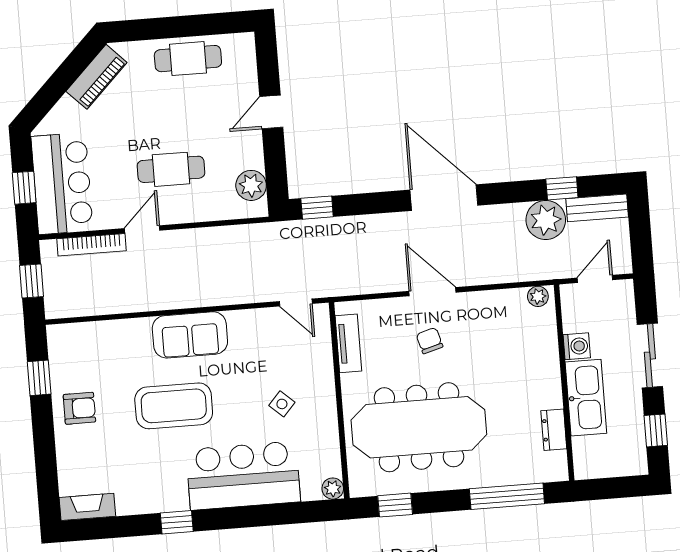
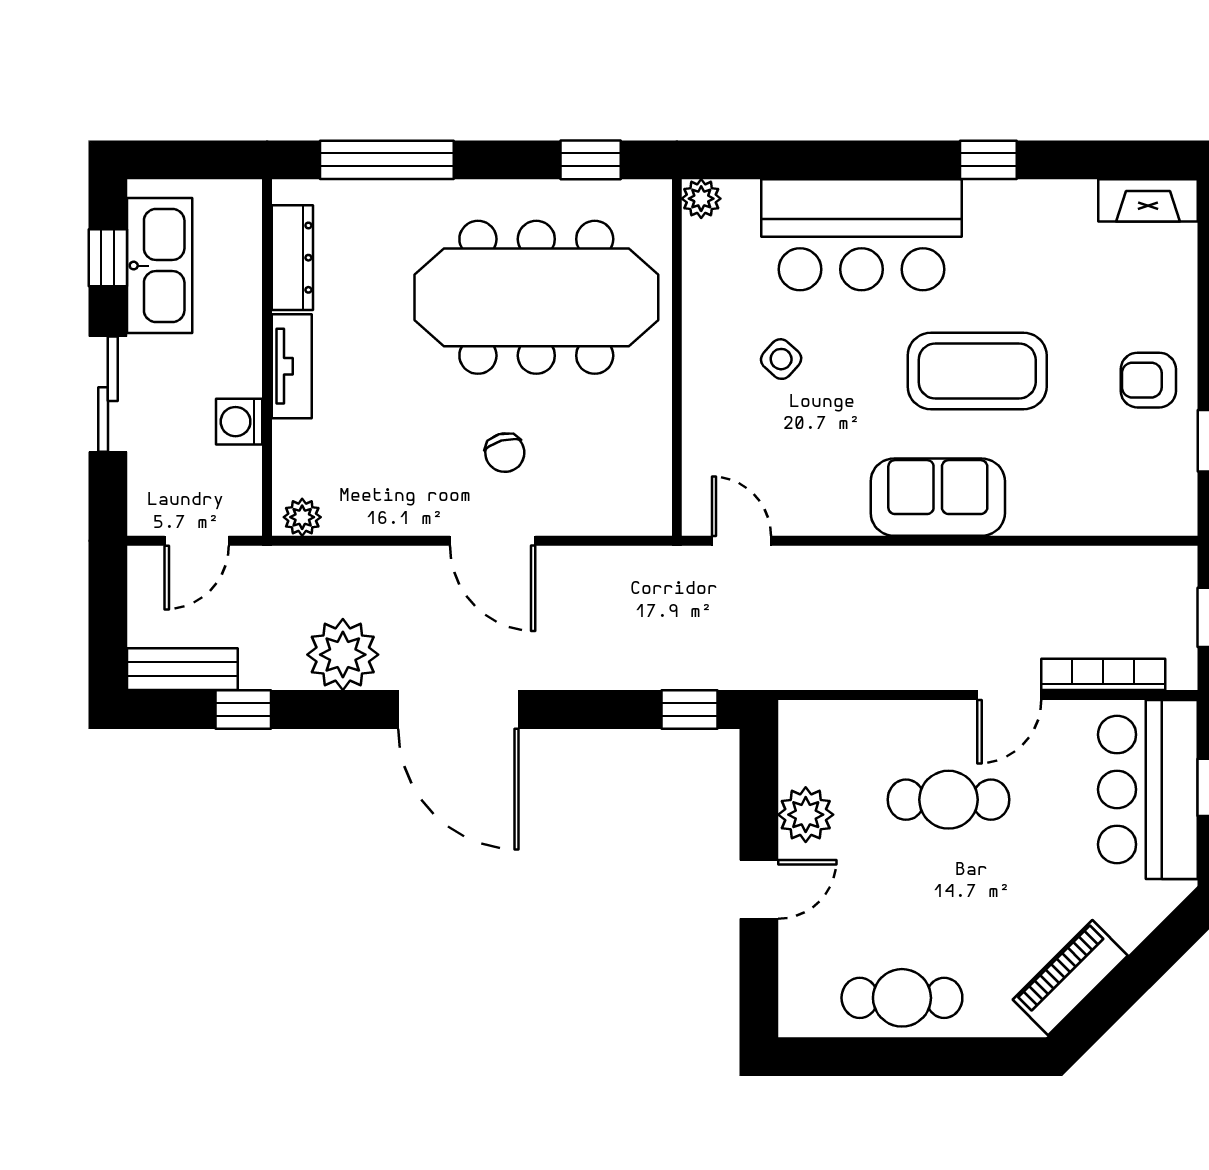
plant: (251, 185) -> (806, 815), moved
plant: (546, 220) -> (343, 655), moved
tv unit: (348, 343) -> (292, 366), moved, turned 180
kitchen sink: (586, 398) -> (160, 266), moved, turned 180
dresser: (554, 430) -> (292, 258), width x1.44

